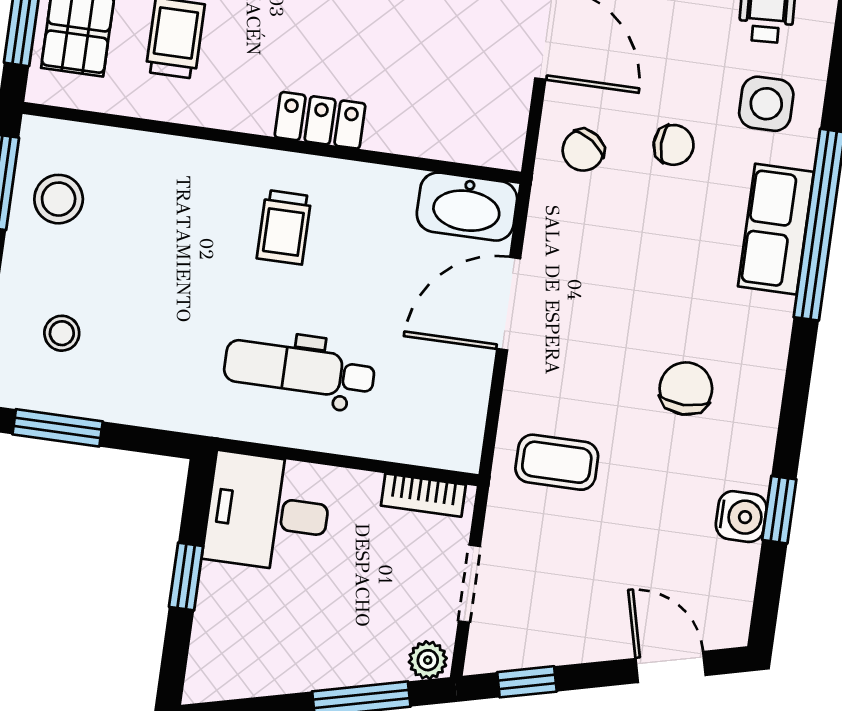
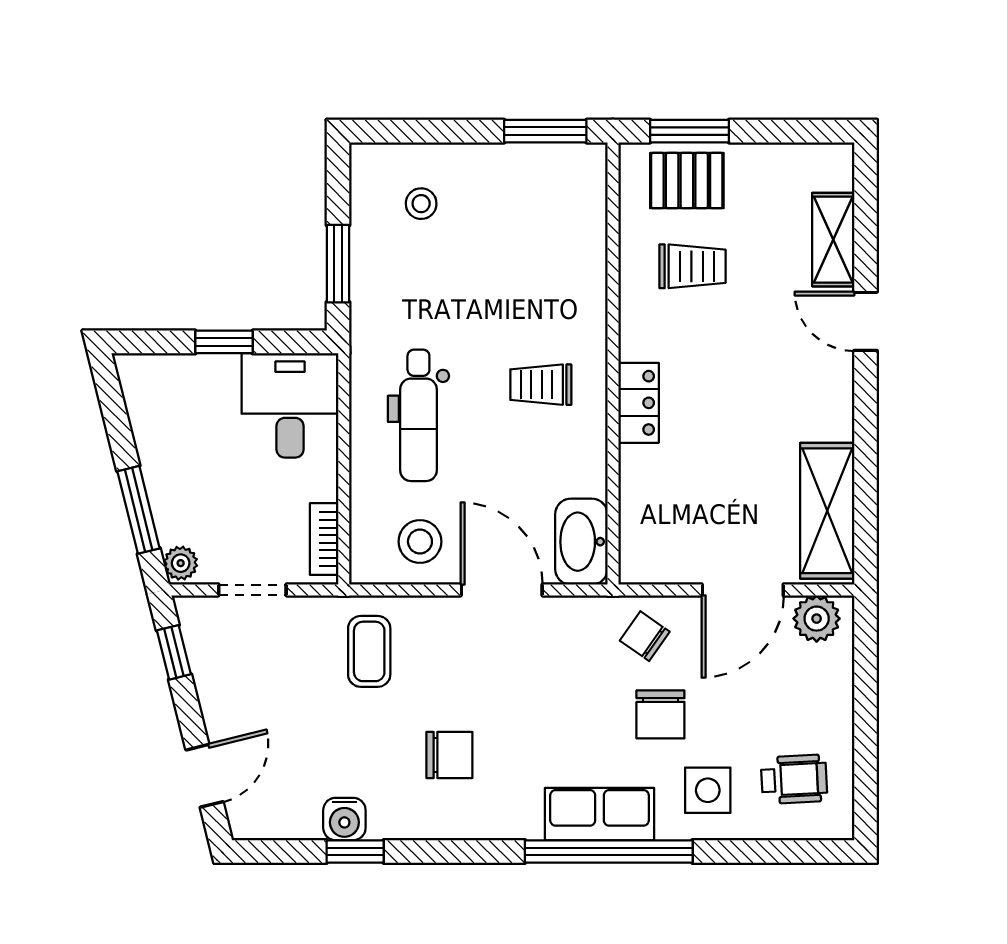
chair: (674, 145) -> (660, 714), width x1.37, depth x1.37
stool: (59, 199) -> (420, 542), moved
dental chair: (299, 370) -> (418, 415), turned 180
window: (58, 428) -> (338, 264), moved

